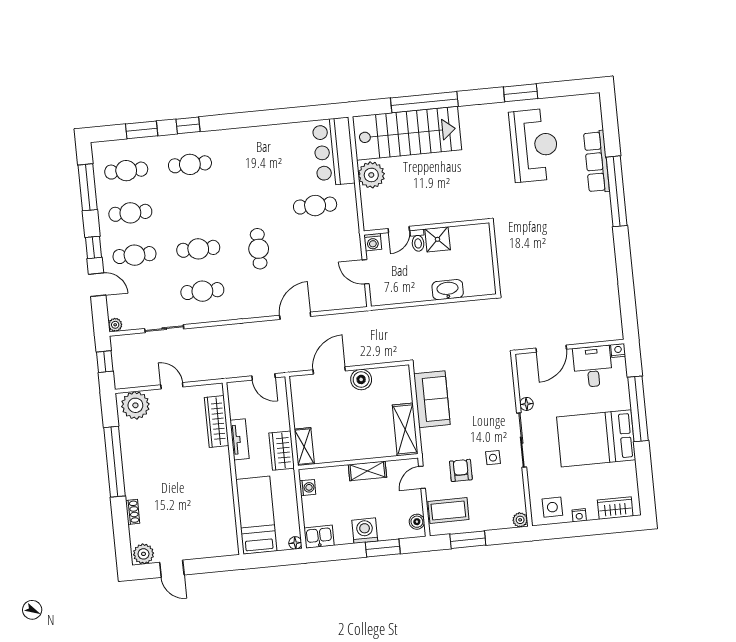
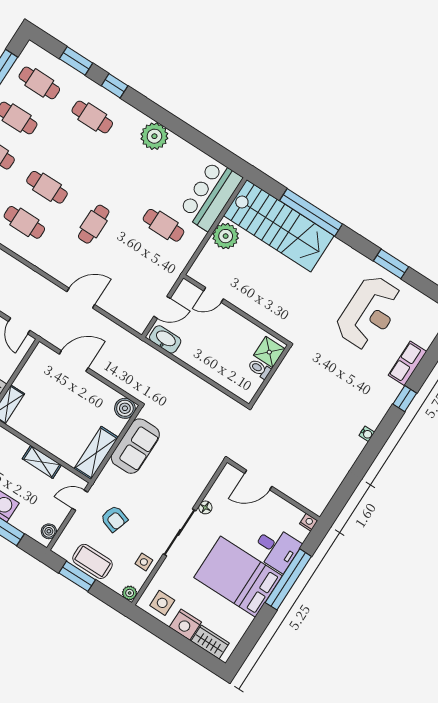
plant: (252, 140) -> (154, 136), added
row of seats: (596, 162) -> (407, 363), width x0.68
window: (617, 191) -> (405, 399), width x0.32
shower: (438, 239) -> (269, 352), moved
toilet: (418, 240) -> (259, 369), moved, turned 90
washing machine: (373, 242) -> (186, 289), removed
water cooler: (609, 243) -> (367, 434), added
door: (366, 272) -> (162, 307), swing flipped
washbasin: (448, 290) -> (165, 339), moved
desk: (593, 366) -> (276, 549), moved, turned 90
boiler: (361, 379) -> (125, 408), moved
side table: (493, 458) -> (144, 562), moved
armchair: (461, 470) -> (114, 519), turned 108
coffee table: (448, 510) -> (92, 561), moved
nightstand: (579, 515) -> (185, 625), width x1.89, depth x1.79

